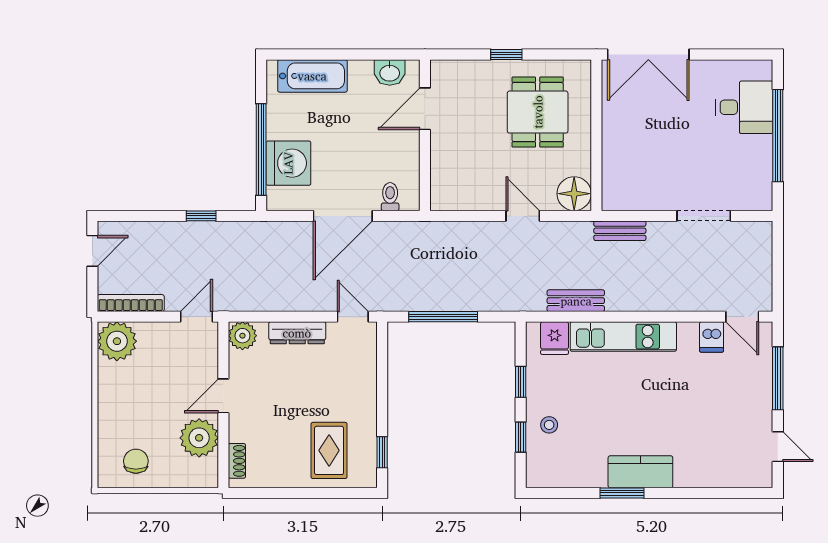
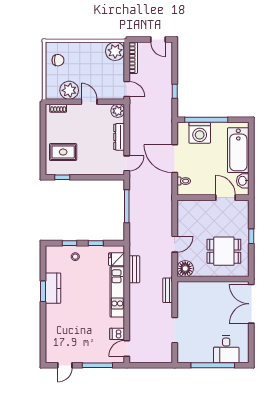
bathtub: (312, 76) -> (238, 150), width x1.36, depth x1.36
kitchen counter: (640, 472) -> (53, 288), moved

